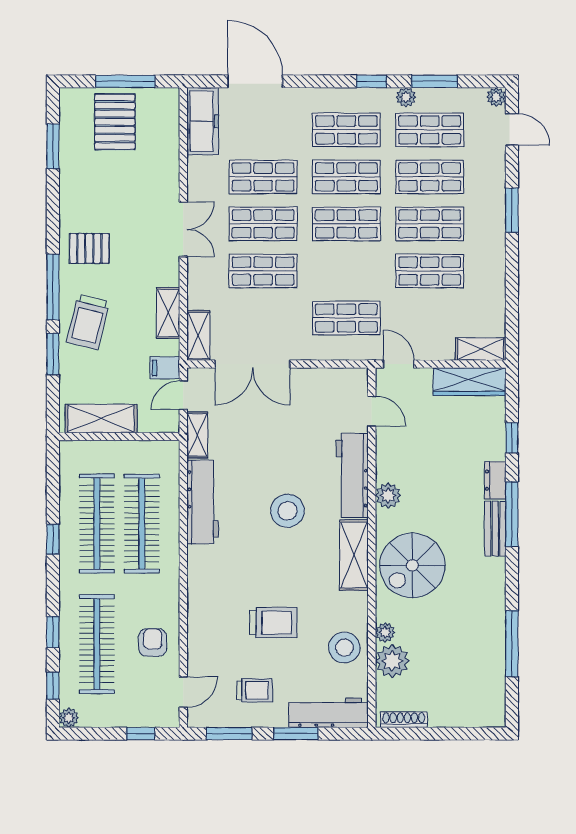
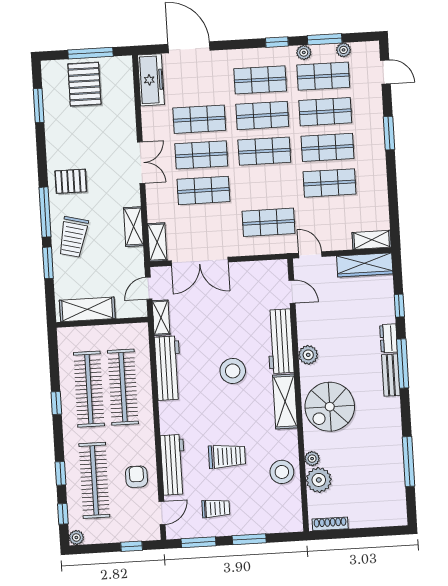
plant: (496, 97) -> (344, 50), moved
filing cabinet: (165, 368) -> (133, 268), removed
workbench: (328, 713) -> (173, 465), moved, turned 90

